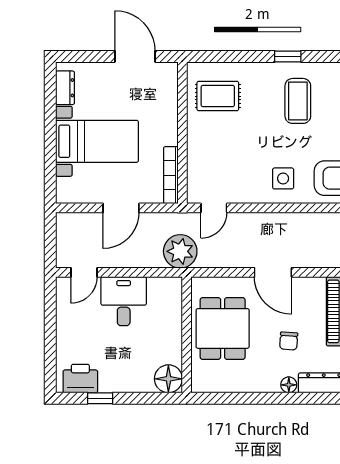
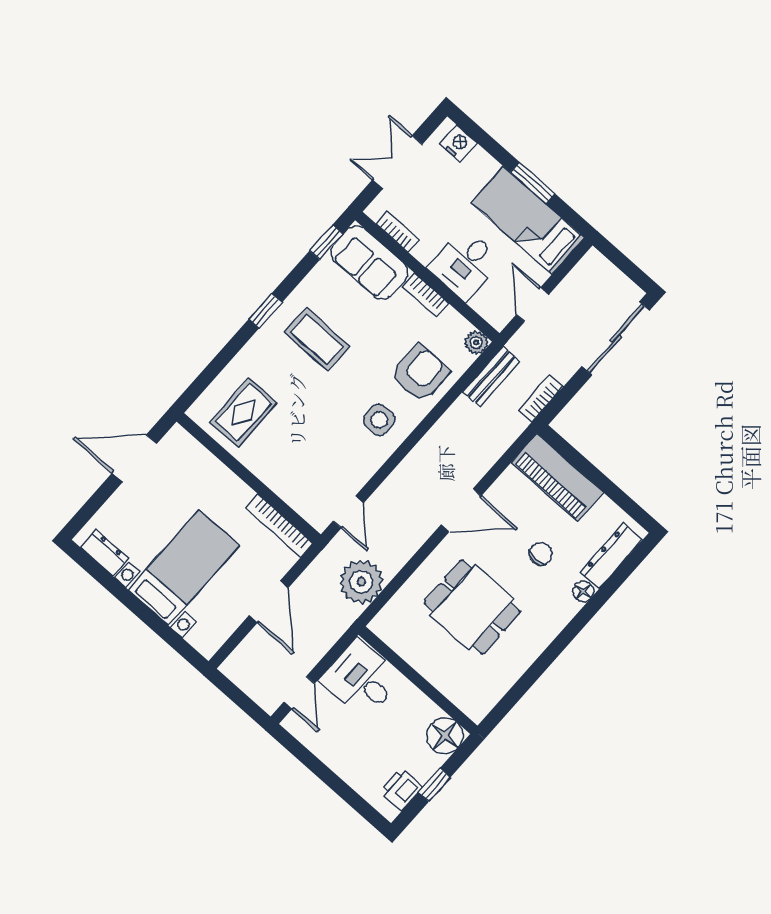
wall: (187, 335) -> (418, 680), moved
chair: (289, 341) -> (541, 554), turned -94
printer: (80, 379) -> (401, 790), width x0.73, depth x0.81
floor lamp: (168, 379) -> (445, 736), moved

